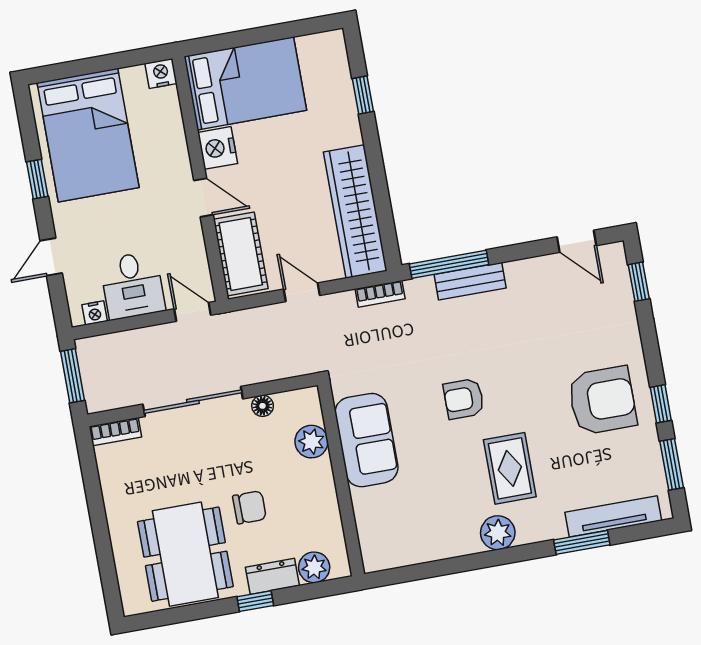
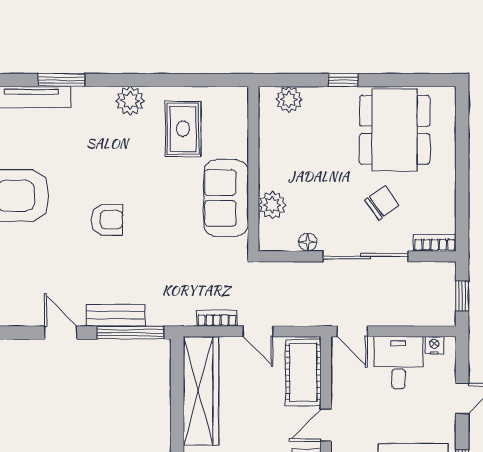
door: (203, 198) -> (326, 425), hinge flipped
door: (577, 241) -> (61, 333), moved
bookcase: (380, 294) -> (217, 318), moved
window: (73, 376) -> (462, 296), width x0.67
armchair: (464, 399) -> (107, 220), moved
rug: (510, 468) -> (183, 129), moved
chair: (249, 507) -> (382, 203), moved, turned 144
dresser: (272, 576) -> (325, 98), removed

